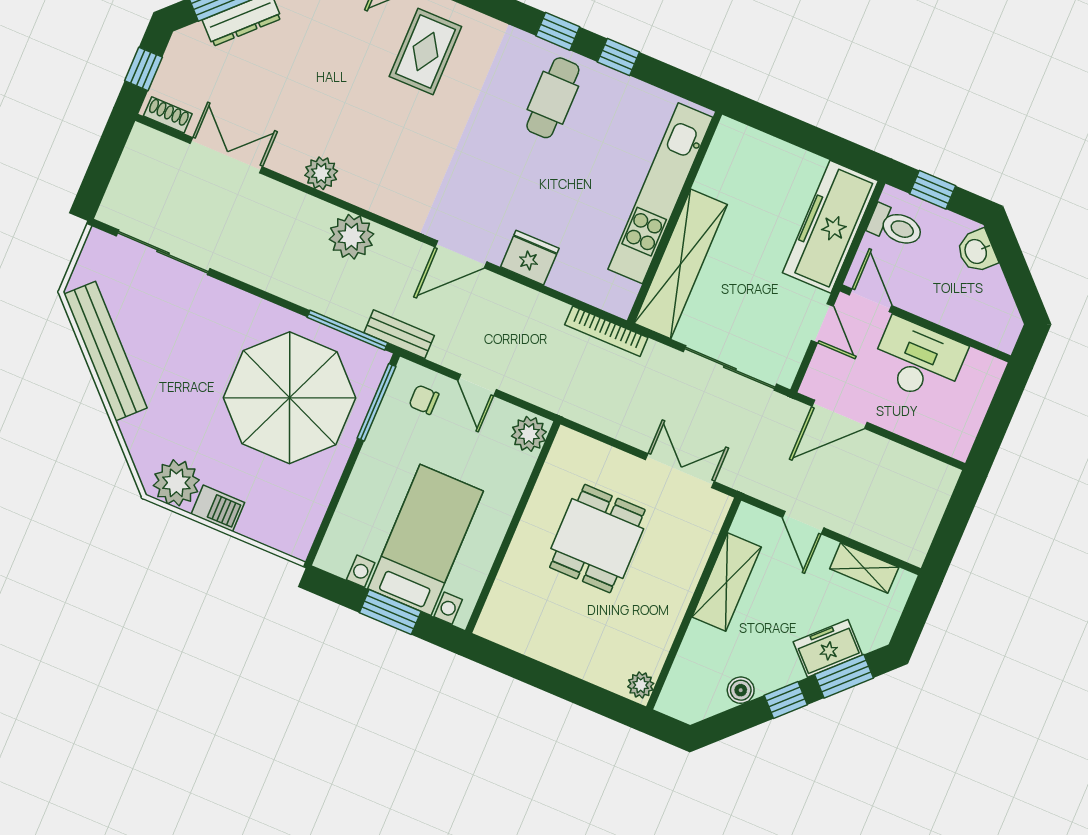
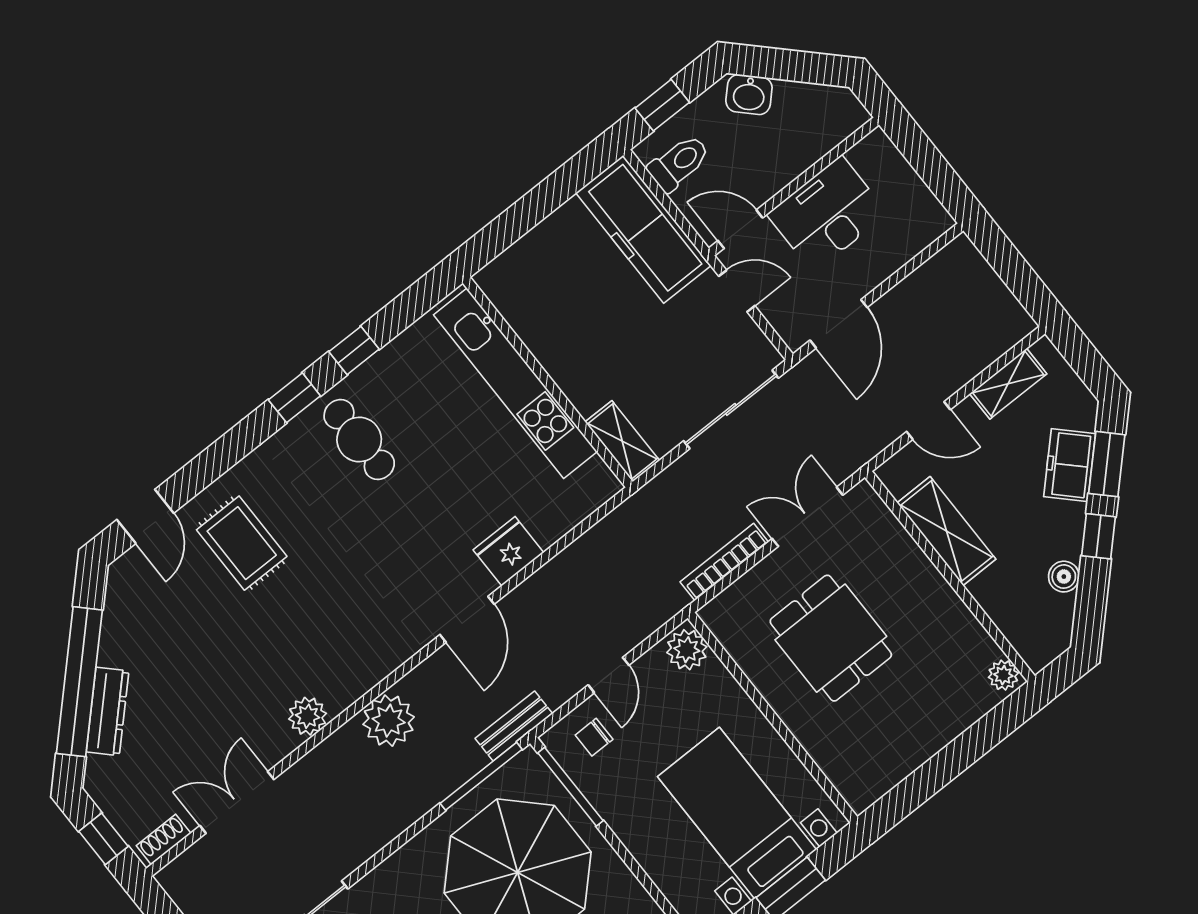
shelving: (681, 264) -> (622, 441), width x0.45, depth x0.75
bookcase: (606, 331) -> (724, 562), moved, turned 180
door: (477, 385) -> (608, 675), hinge flipped

